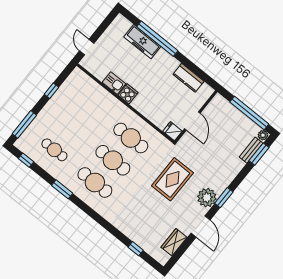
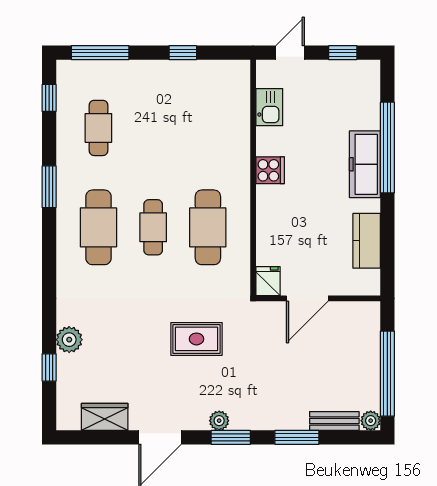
window: (104, 26) -> (343, 53), added
freezer: (142, 42) -> (365, 164), moved
kitchen sink: (114, 83) -> (269, 107), moved
window: (259, 154) -> (297, 437), moved
cafe table: (113, 160) -> (153, 227), width x0.73, depth x0.74
rug: (172, 179) -> (196, 339), width x0.73, depth x0.70
plant: (207, 198) -> (219, 421), width x0.53, depth x0.53
plant: (131, 231) -> (69, 340), added

